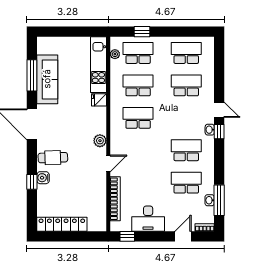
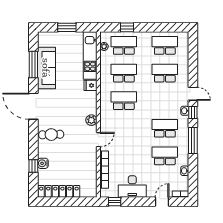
window: (71, 32) -> (67, 27), added
water cooler: (43, 178) -> (43, 163), moved
window: (32, 182) -> (33, 166), moved
window: (219, 200) -> (193, 140), moved

